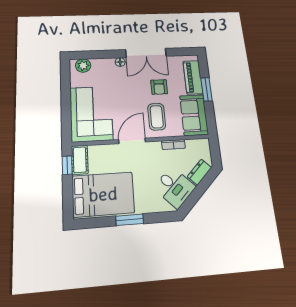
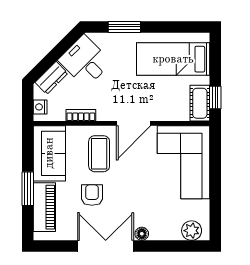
nightstand: (205, 149) -> (40, 107), added
bed: (103, 194) -> (173, 59), width x0.67
window: (130, 220) -> (124, 27), moved

